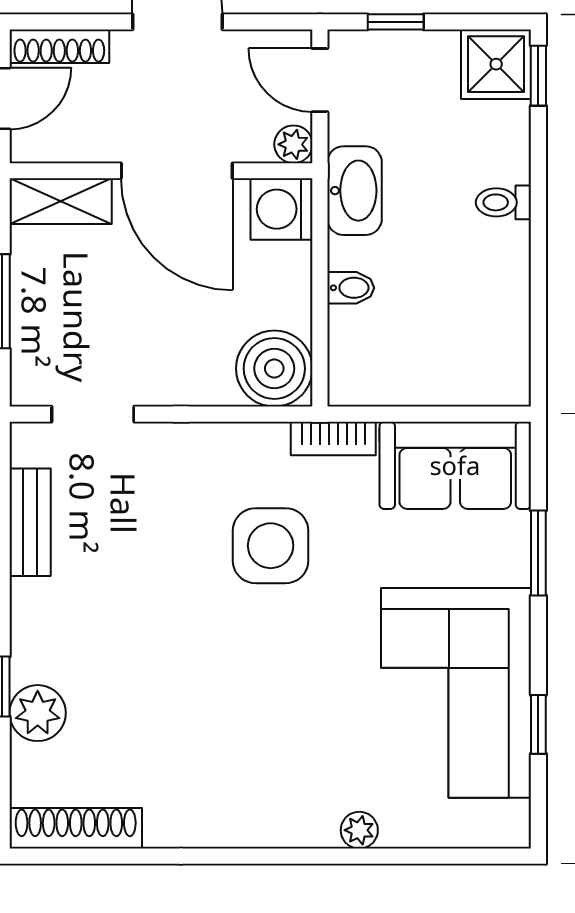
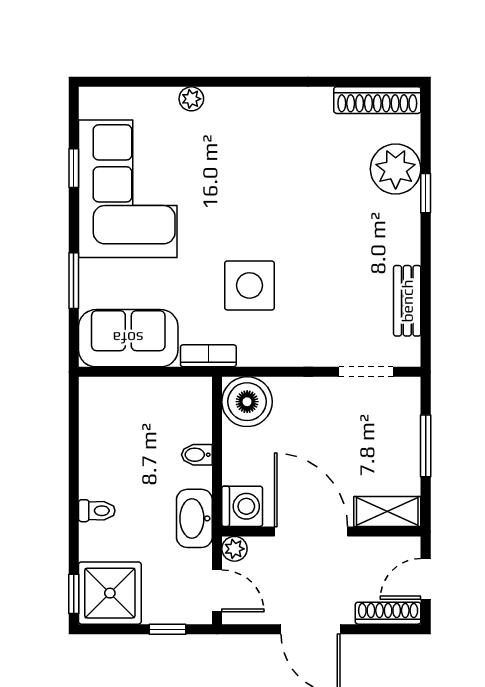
shower: (496, 64) -> (110, 593), width x1.36, depth x1.36
plant: (38, 713) -> (396, 169), width x1.36, depth x1.36

